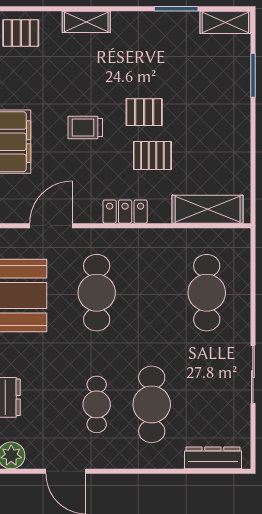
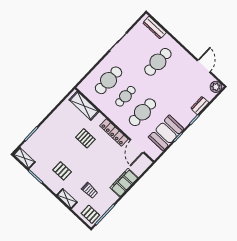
pallet: (144, 112) -> (62, 171), moved
trolley: (85, 127) -> (90, 190), moved
locker: (125, 212) -> (114, 133), width x1.53
door: (51, 226) -> (137, 146), hinge flipped
cafe table: (97, 404) -> (125, 96), moved

